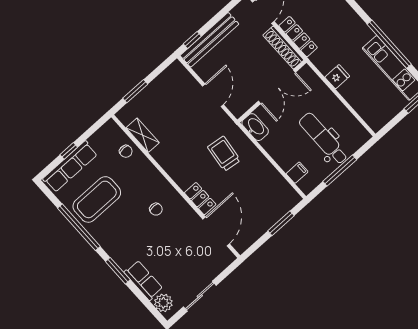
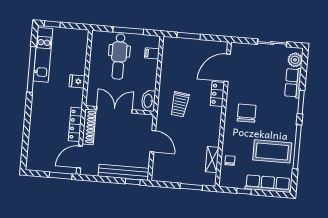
door: (213, 95) -> (153, 141), swing flipped
window: (69, 151) -> (244, 191), moved
chair: (156, 209) -> (247, 113), width x1.87, depth x1.87

